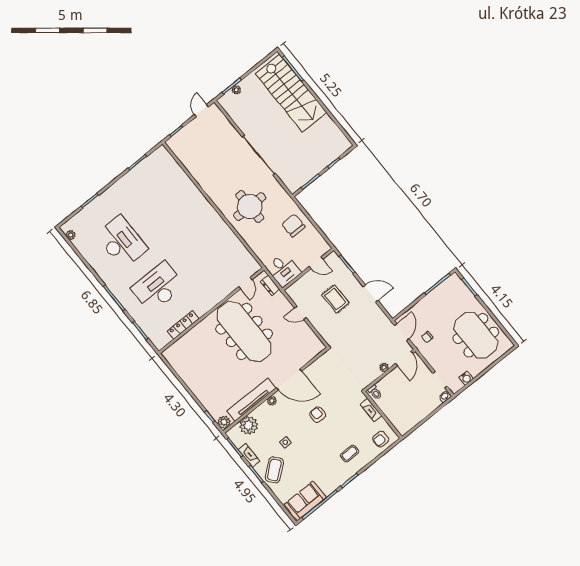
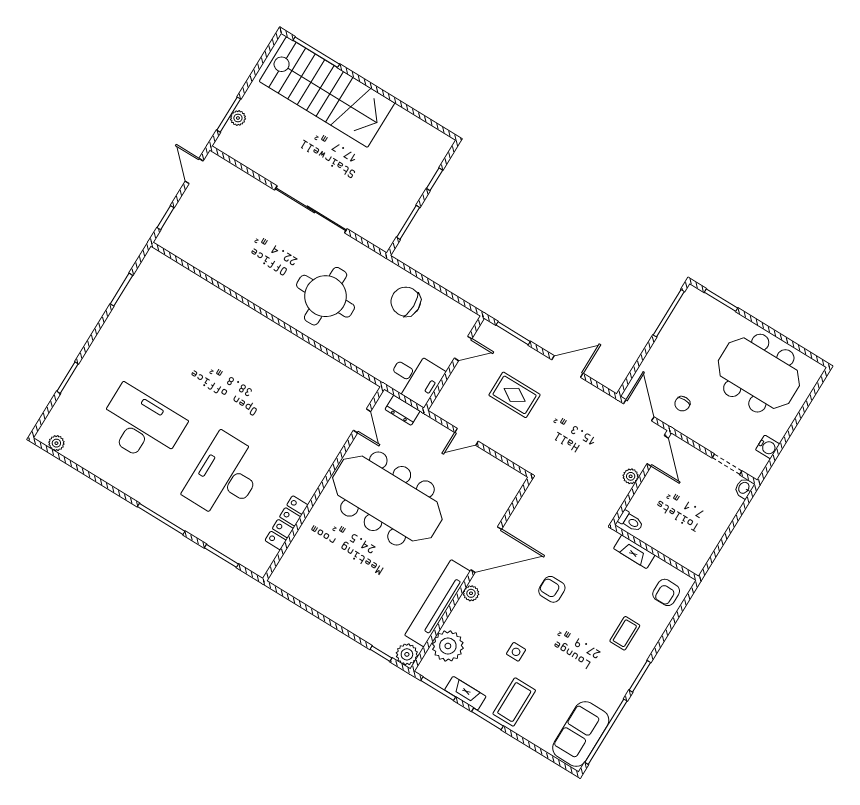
coffee table: (274, 470) -> (514, 702), turned 39

